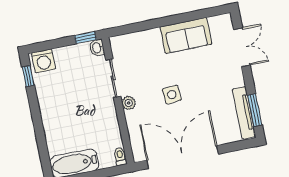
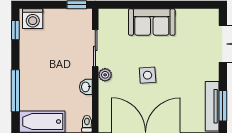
sofa: (186, 35) -> (152, 22), moved
washbasin: (97, 48) -> (86, 87), moved
window: (41, 138) -> (15, 91), added

